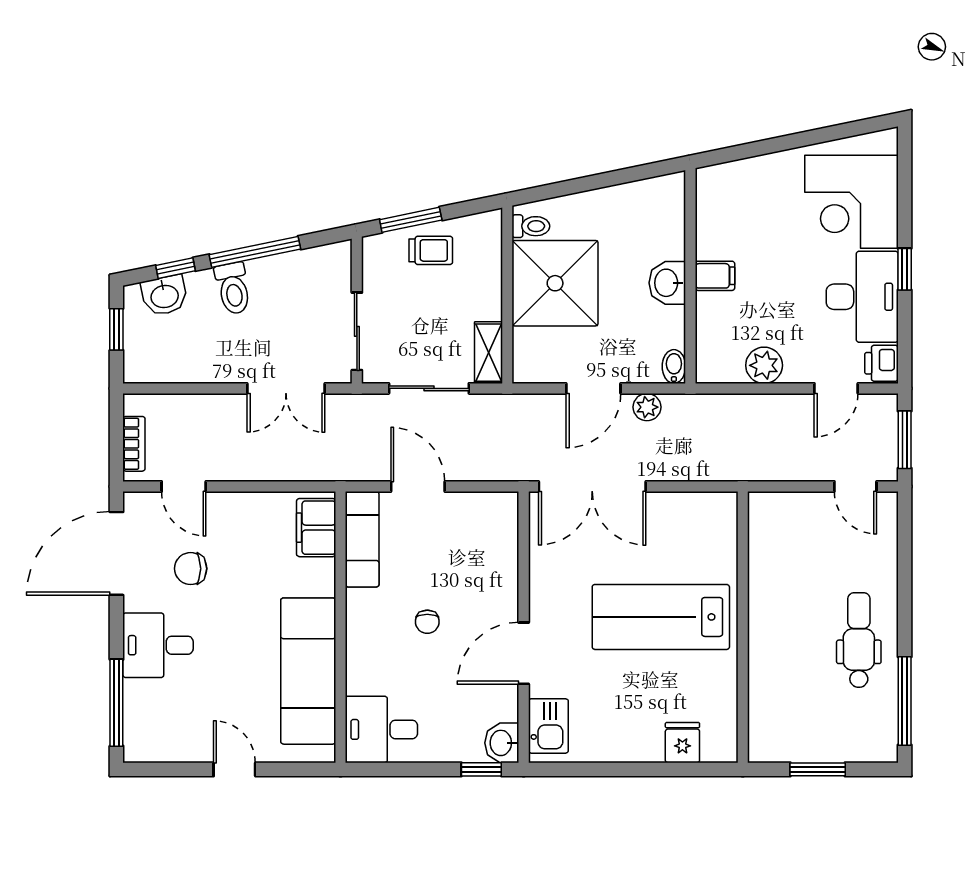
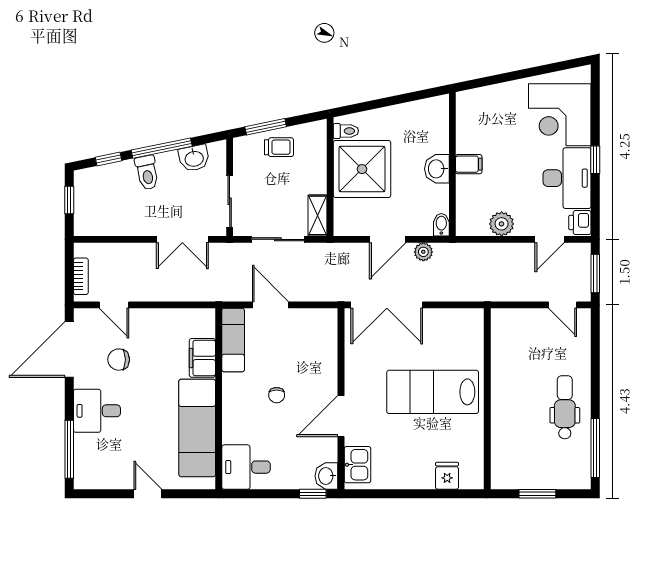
washbasin: (164, 295) -> (194, 158), moved
filing cabinet: (316, 528) -> (202, 358), moved

